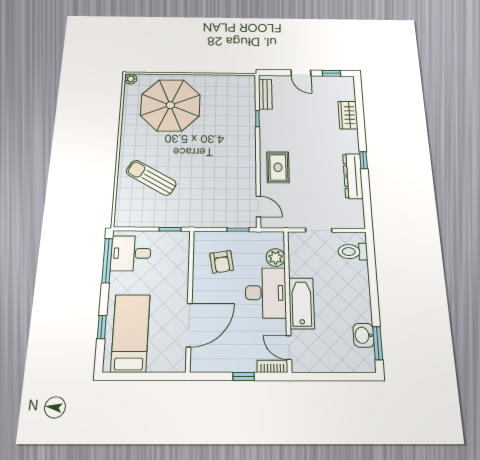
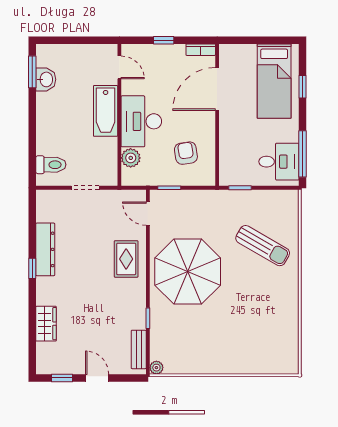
plant: (131, 79) -> (156, 368), moved
parasol: (170, 105) -> (188, 272), moved
bookcase: (272, 366) -> (201, 50), moved

